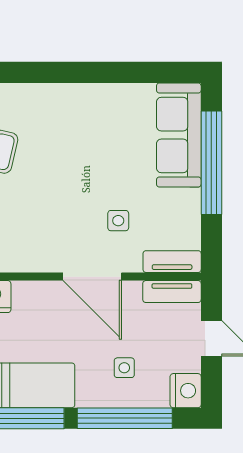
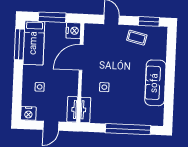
sofa: (179, 135) -> (155, 83), moved, turned -90
door: (92, 277) -> (81, 57), moved
window: (125, 418) -> (17, 86), removed

